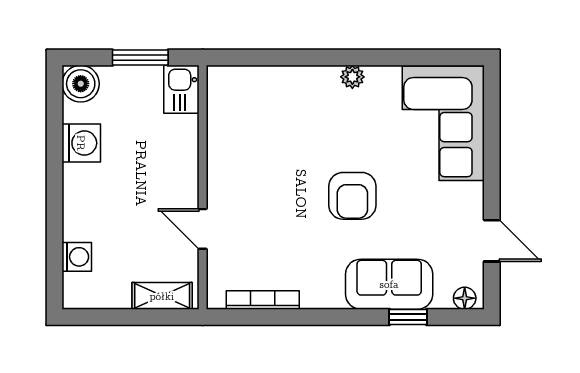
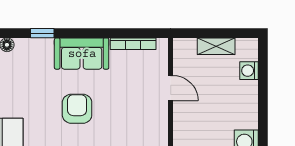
sofa: (389, 284) -> (82, 54), moved
shelving: (162, 296) -> (216, 46), moved

